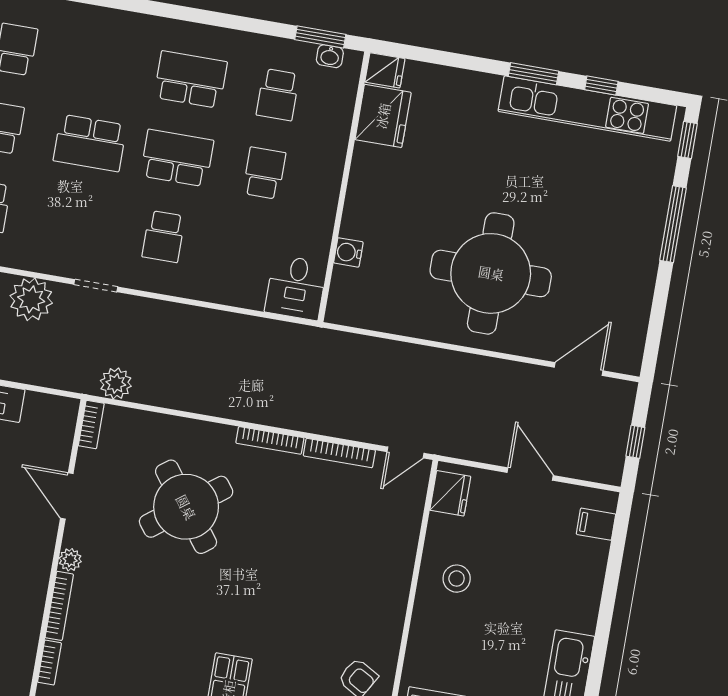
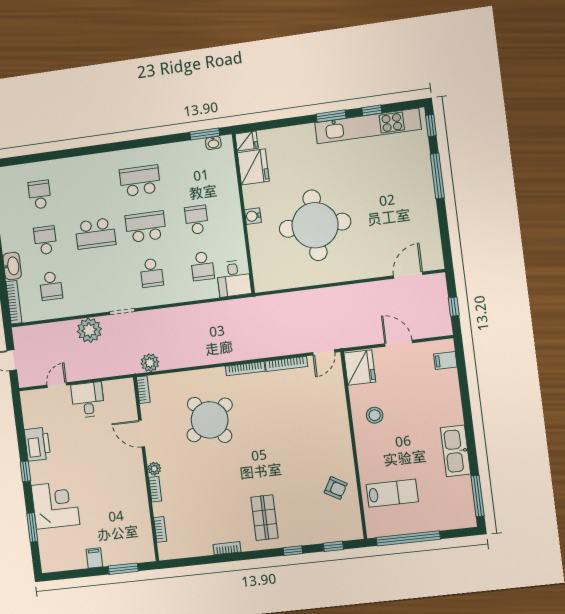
school desk: (278, 95) -> (202, 266), moved
water cooler: (348, 252) -> (253, 216), moved
round table: (491, 273) -> (315, 225), moved
fridge: (450, 493) -> (360, 367), width x1.36, depth x1.34
bookcase: (59, 606) -> (155, 489), width x0.64

